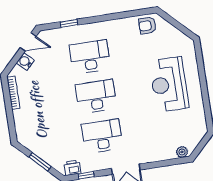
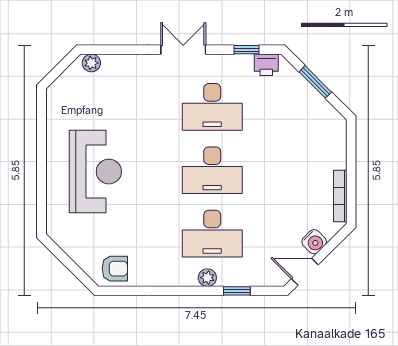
plant: (89, 29) -> (207, 278), added

